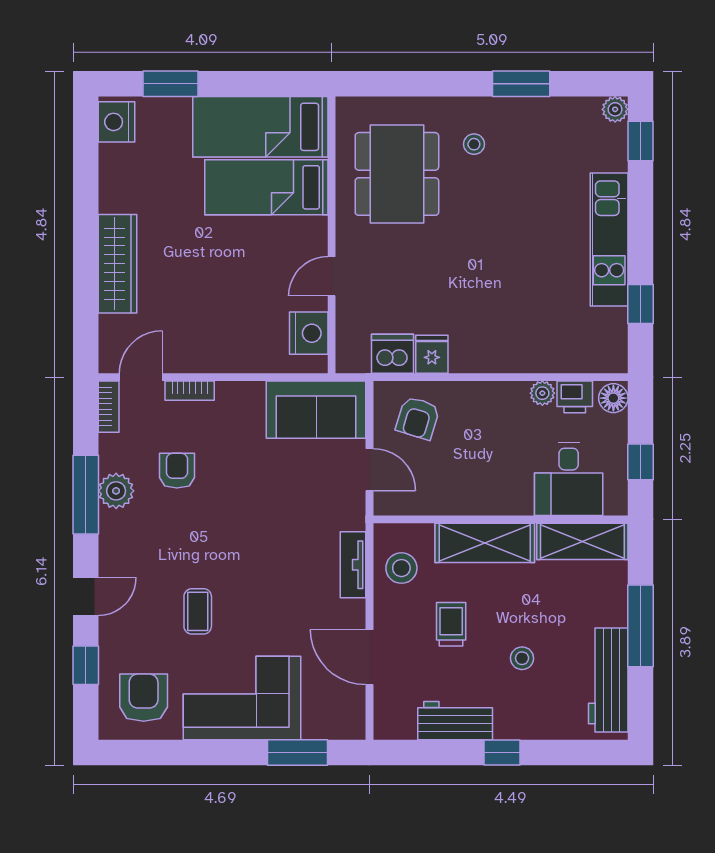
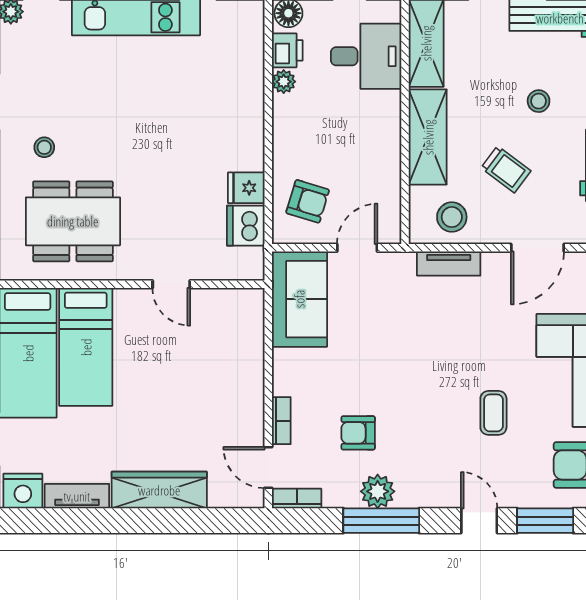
tv unit: (111, 178) -> (77, 496), added
nightstand: (309, 333) -> (226, 306), removed
coffee table: (198, 611) -> (493, 413), turned 90
trolley: (451, 624) -> (506, 169), turned -143
window: (86, 665) -> (545, 521), width x1.50

